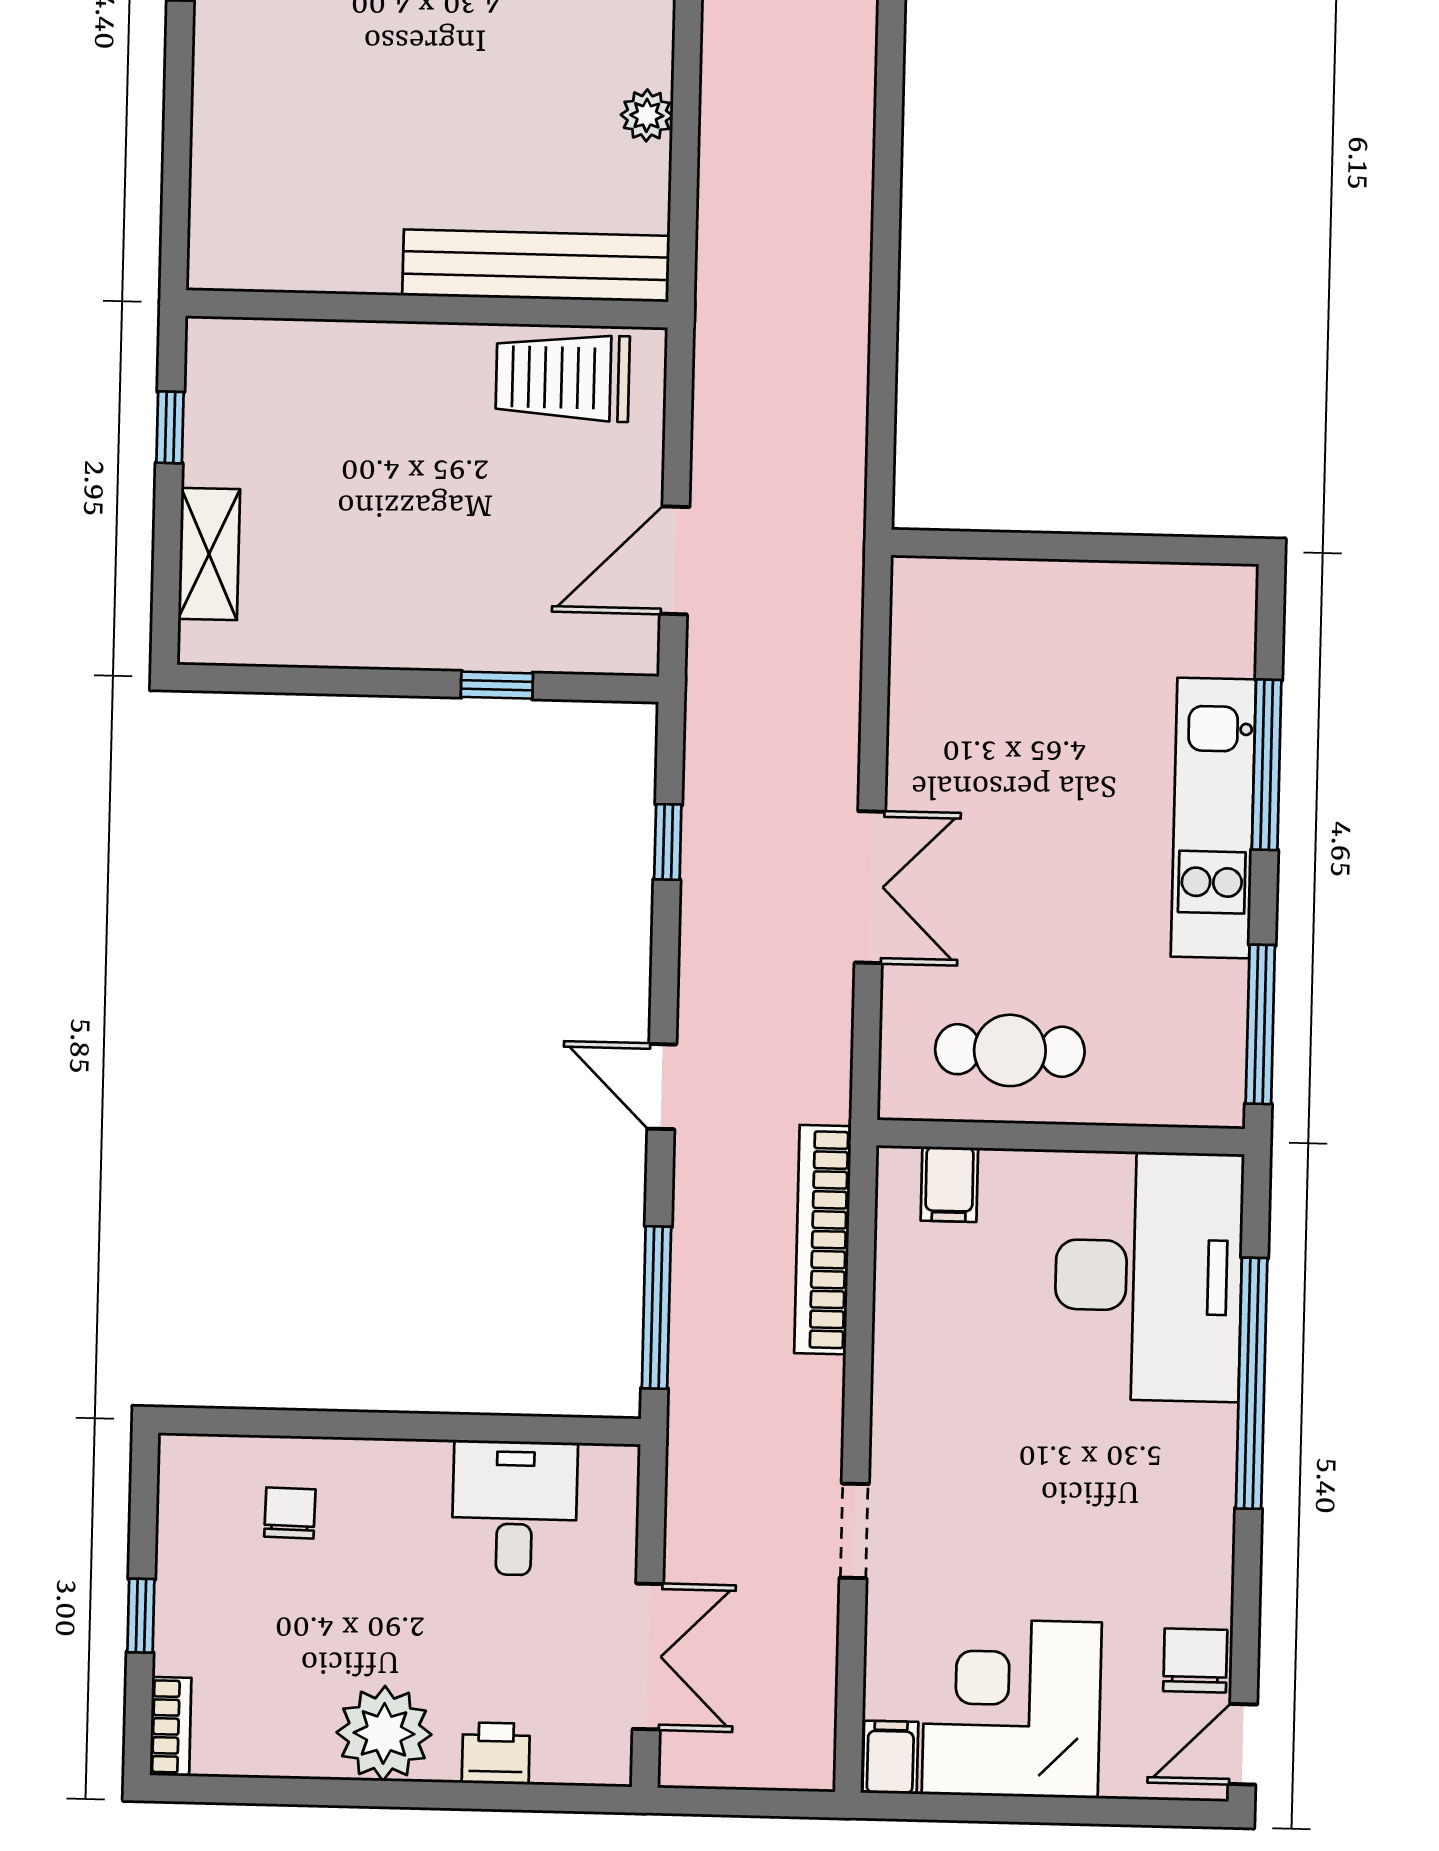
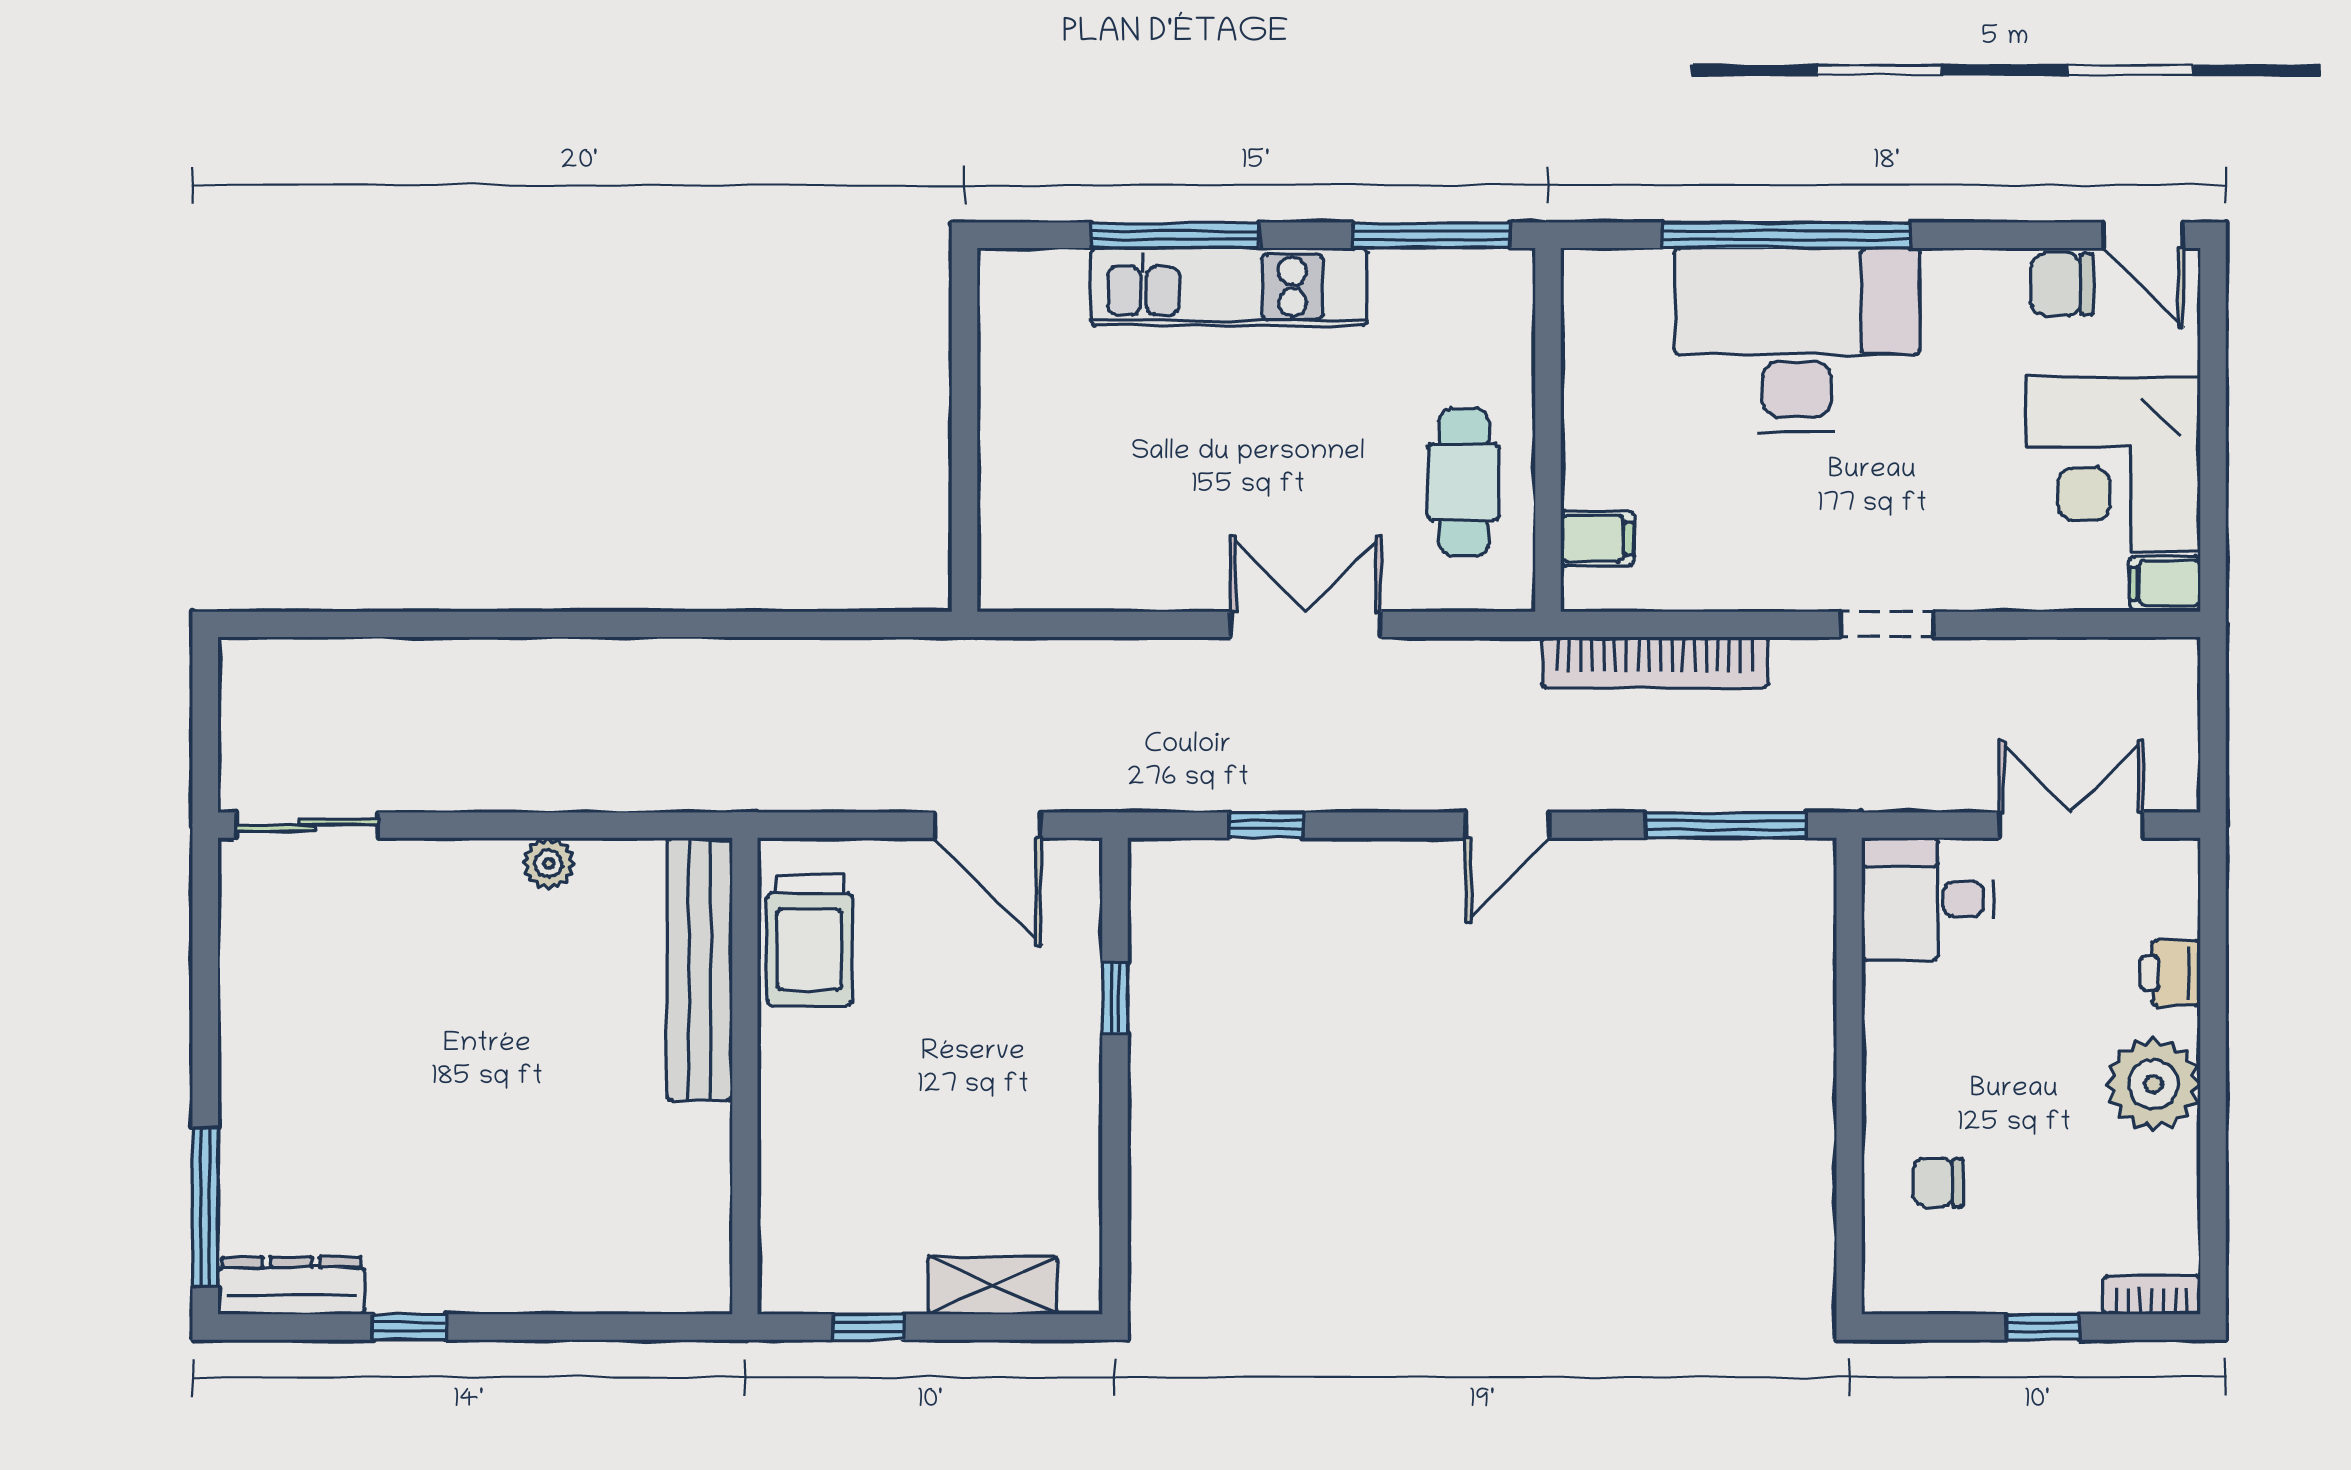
desk: (1149, 1276) -> (1797, 340), moved
desk: (515, 1508) -> (1928, 899), moved
doorway: (854, 1531) -> (1887, 624), moved

